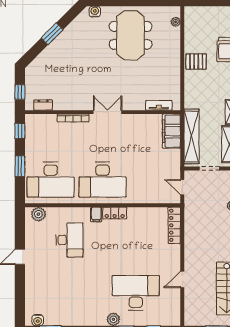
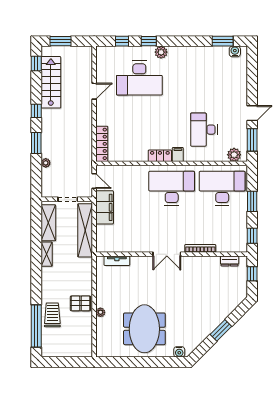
plant: (176, 22) -> (100, 312), moved
filing cabinet: (171, 131) -> (105, 207), moved
window: (20, 229) -> (252, 140), added

